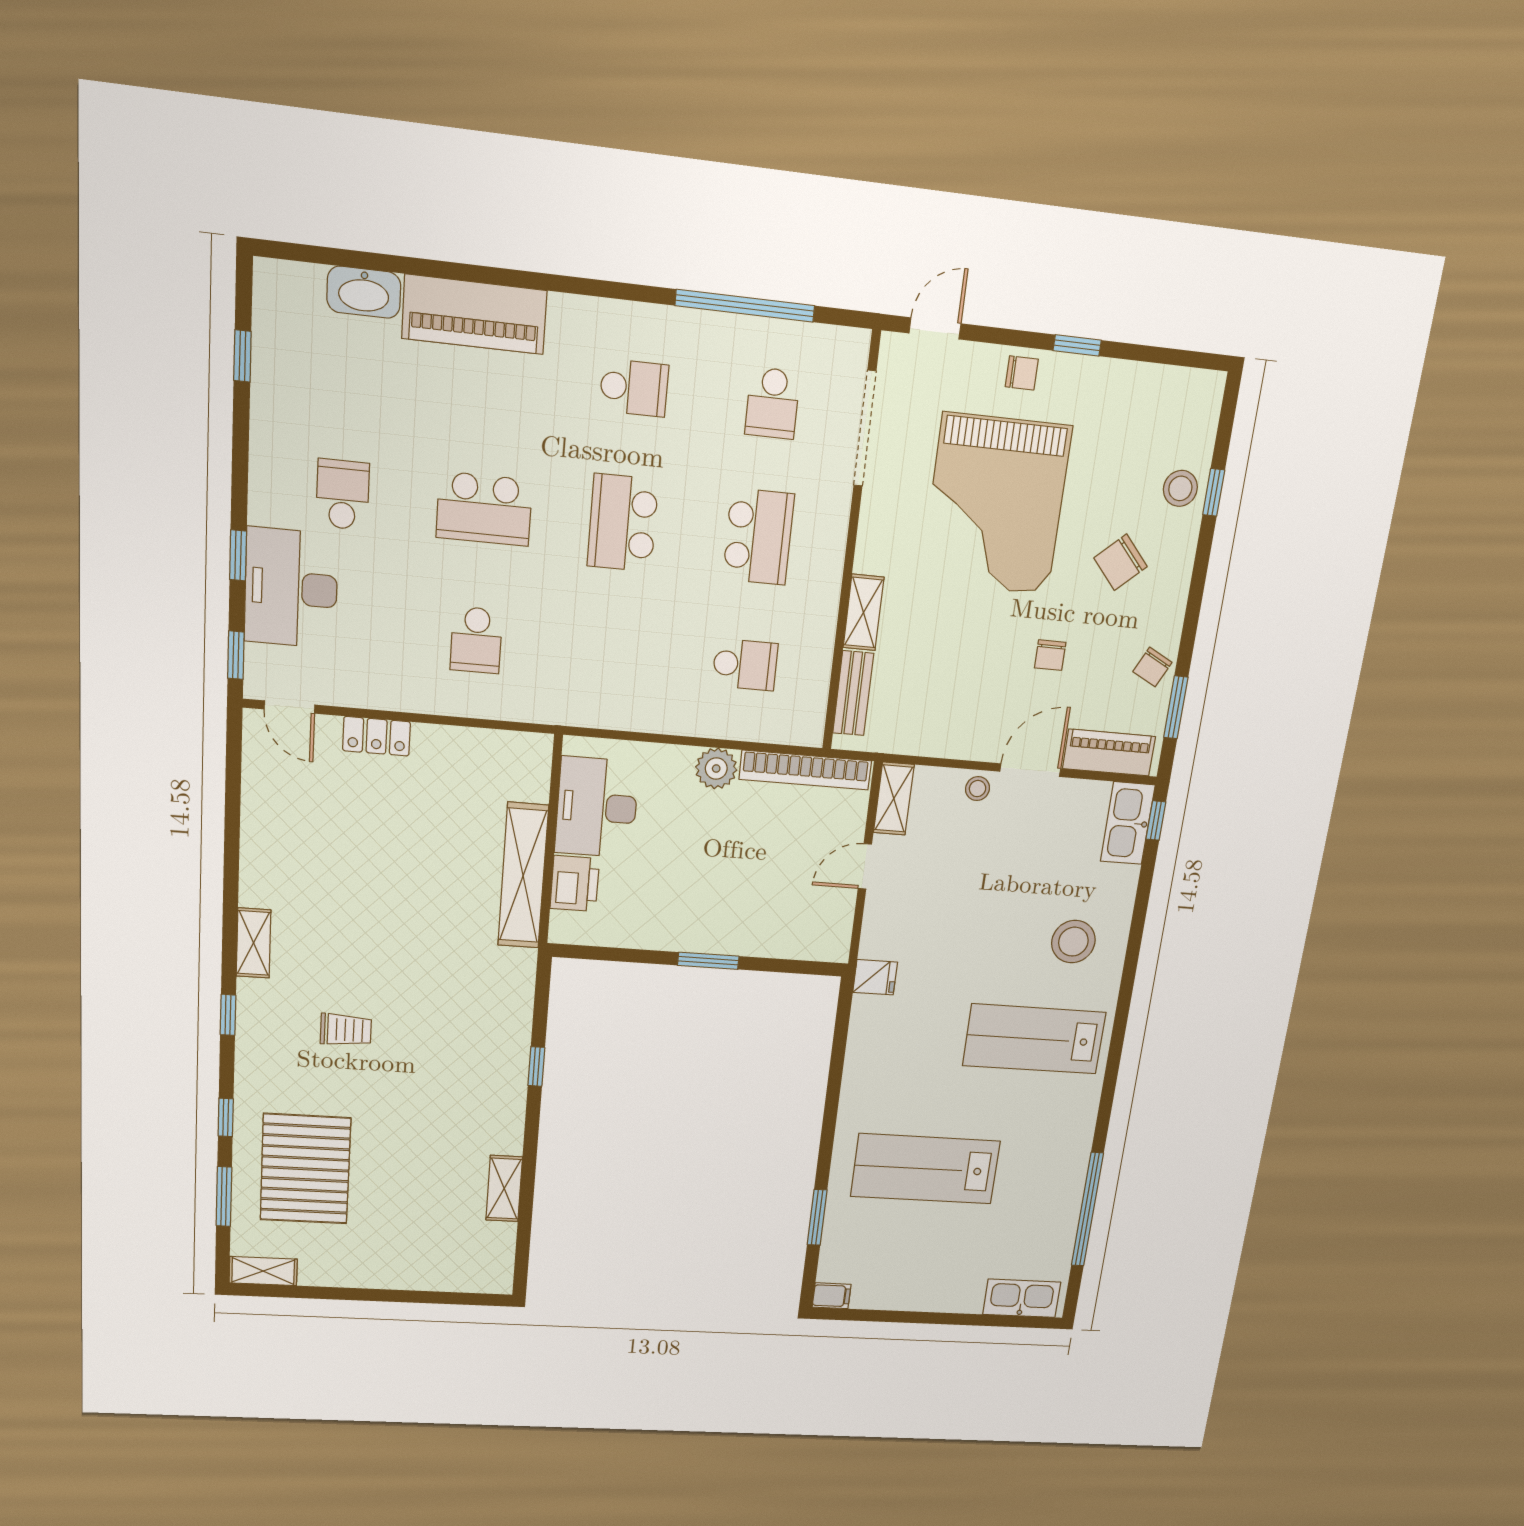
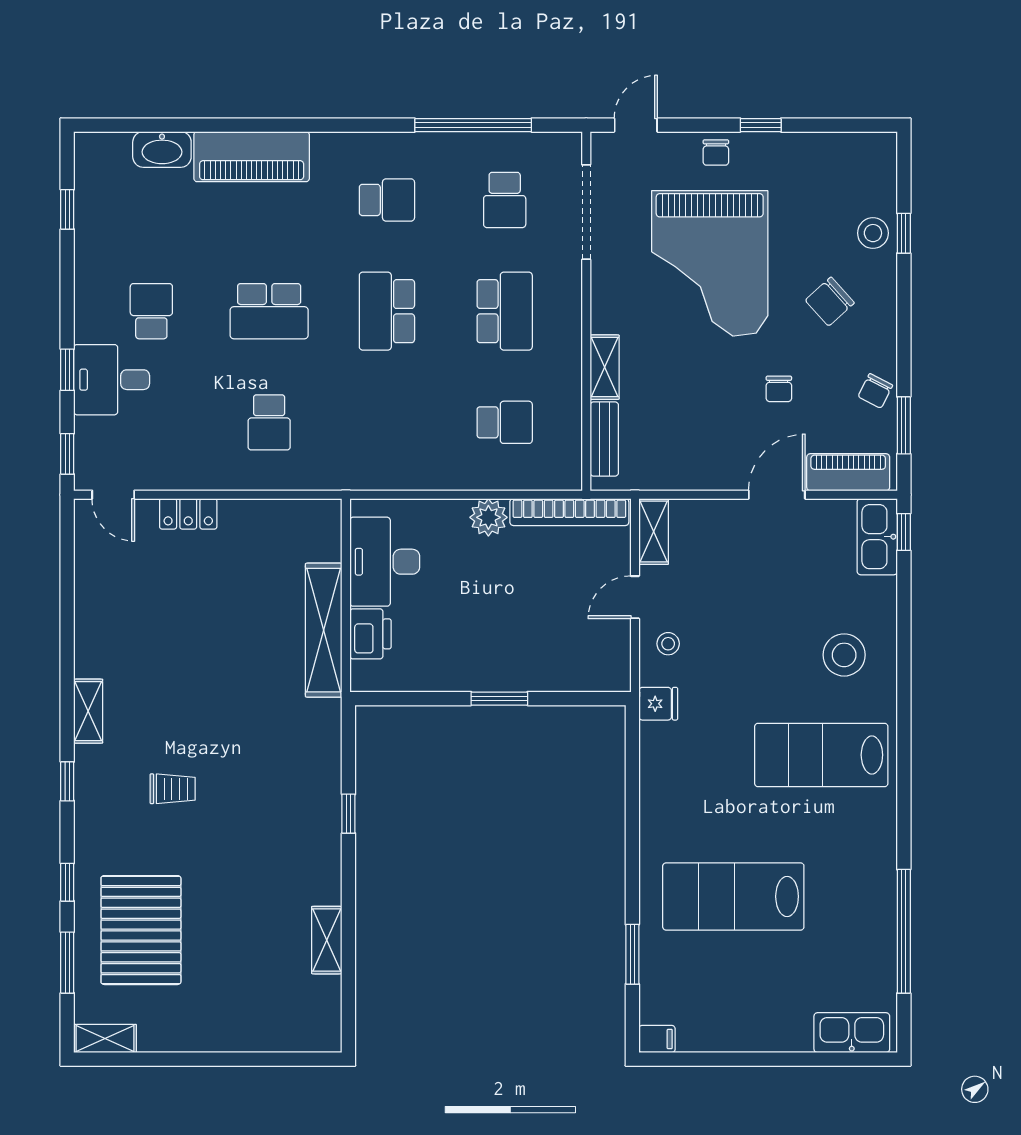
chair: (1022, 373) -> (716, 153), turned 90
desk: (291, 588) -> (112, 380), width x0.73
stool: (978, 789) -> (668, 644), moved

